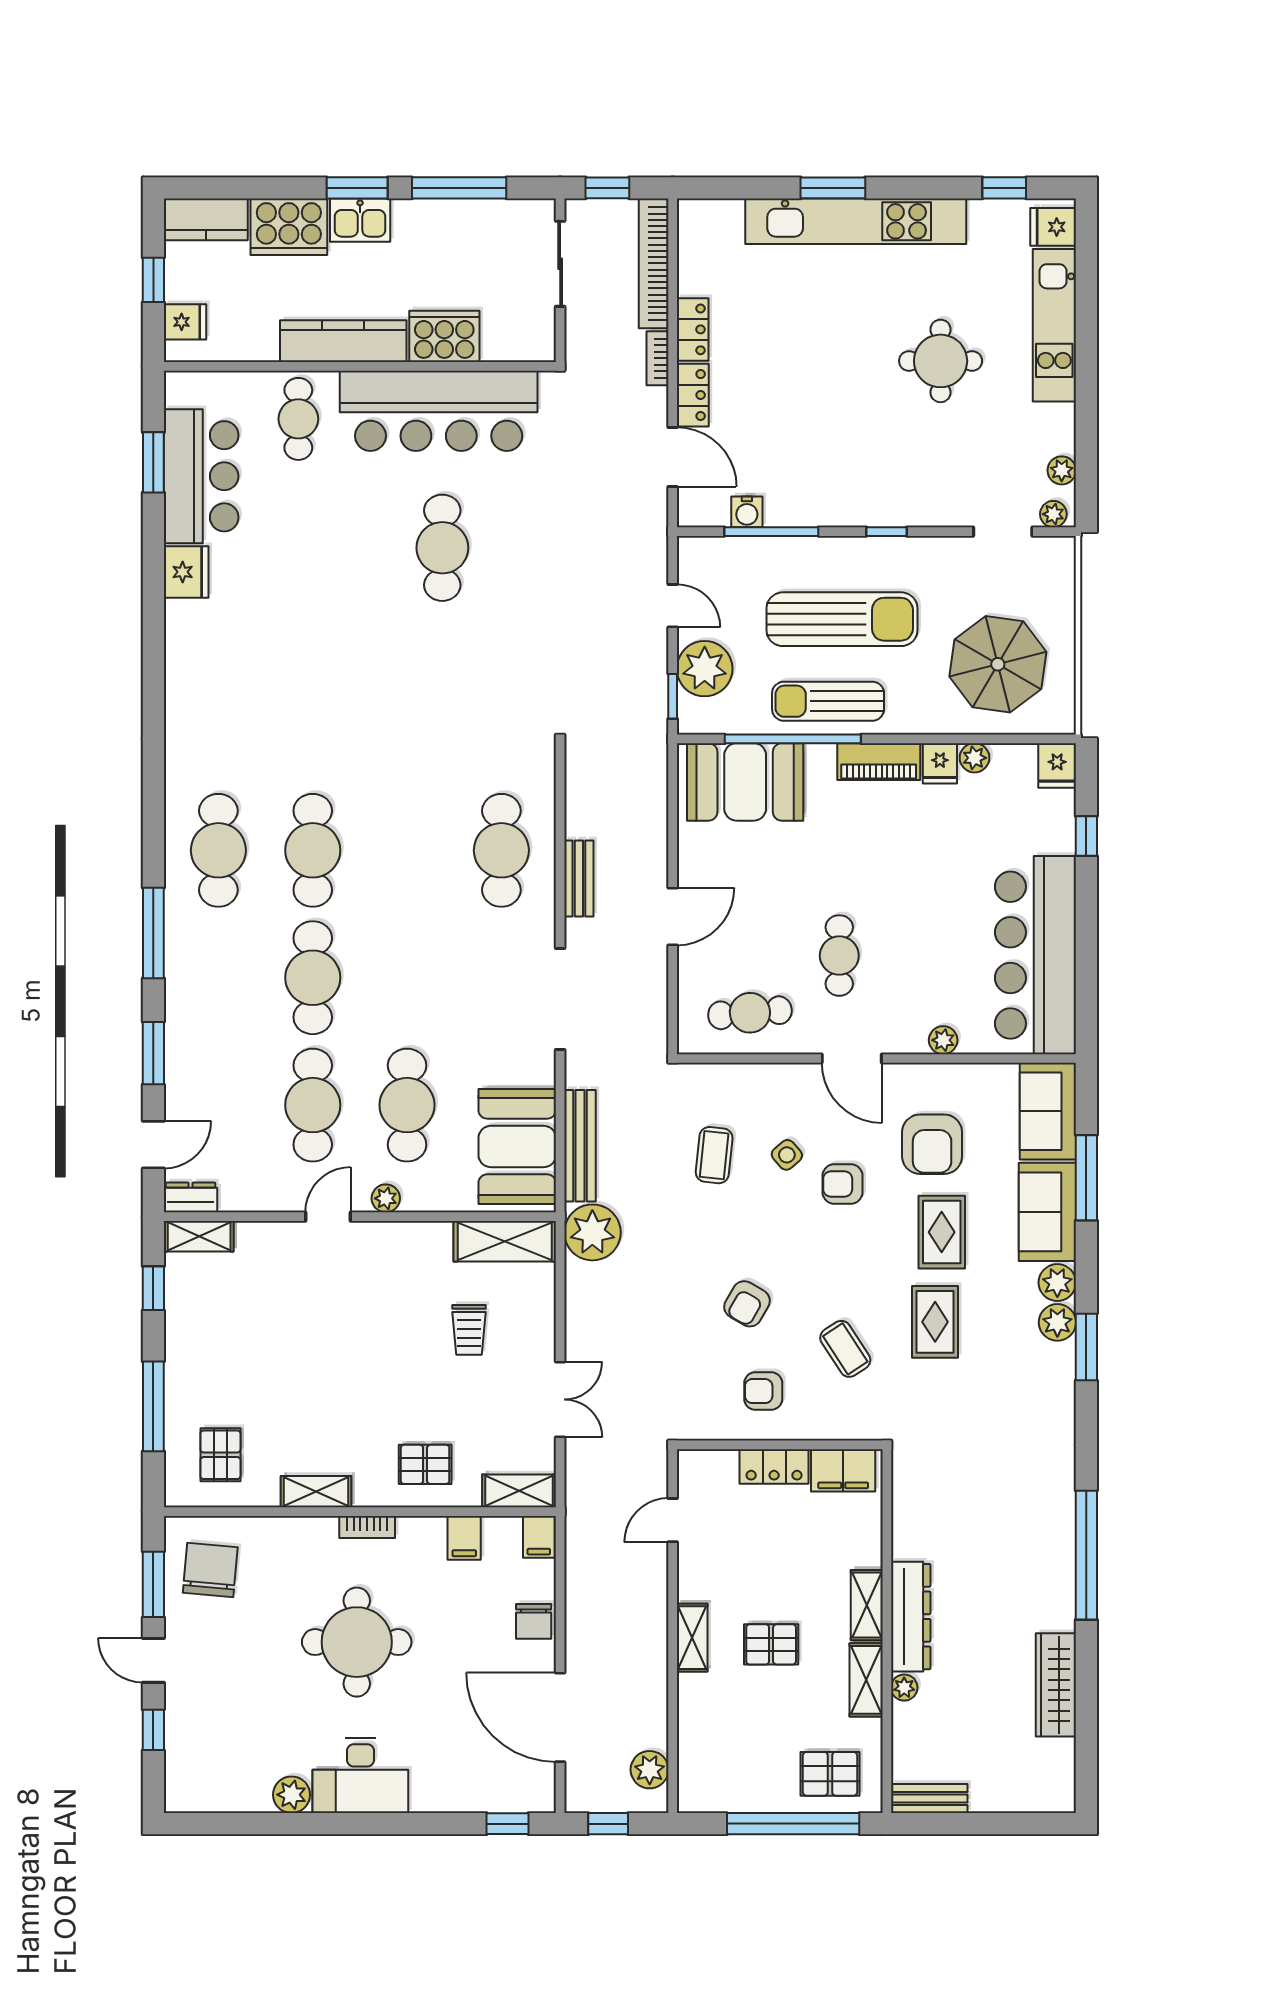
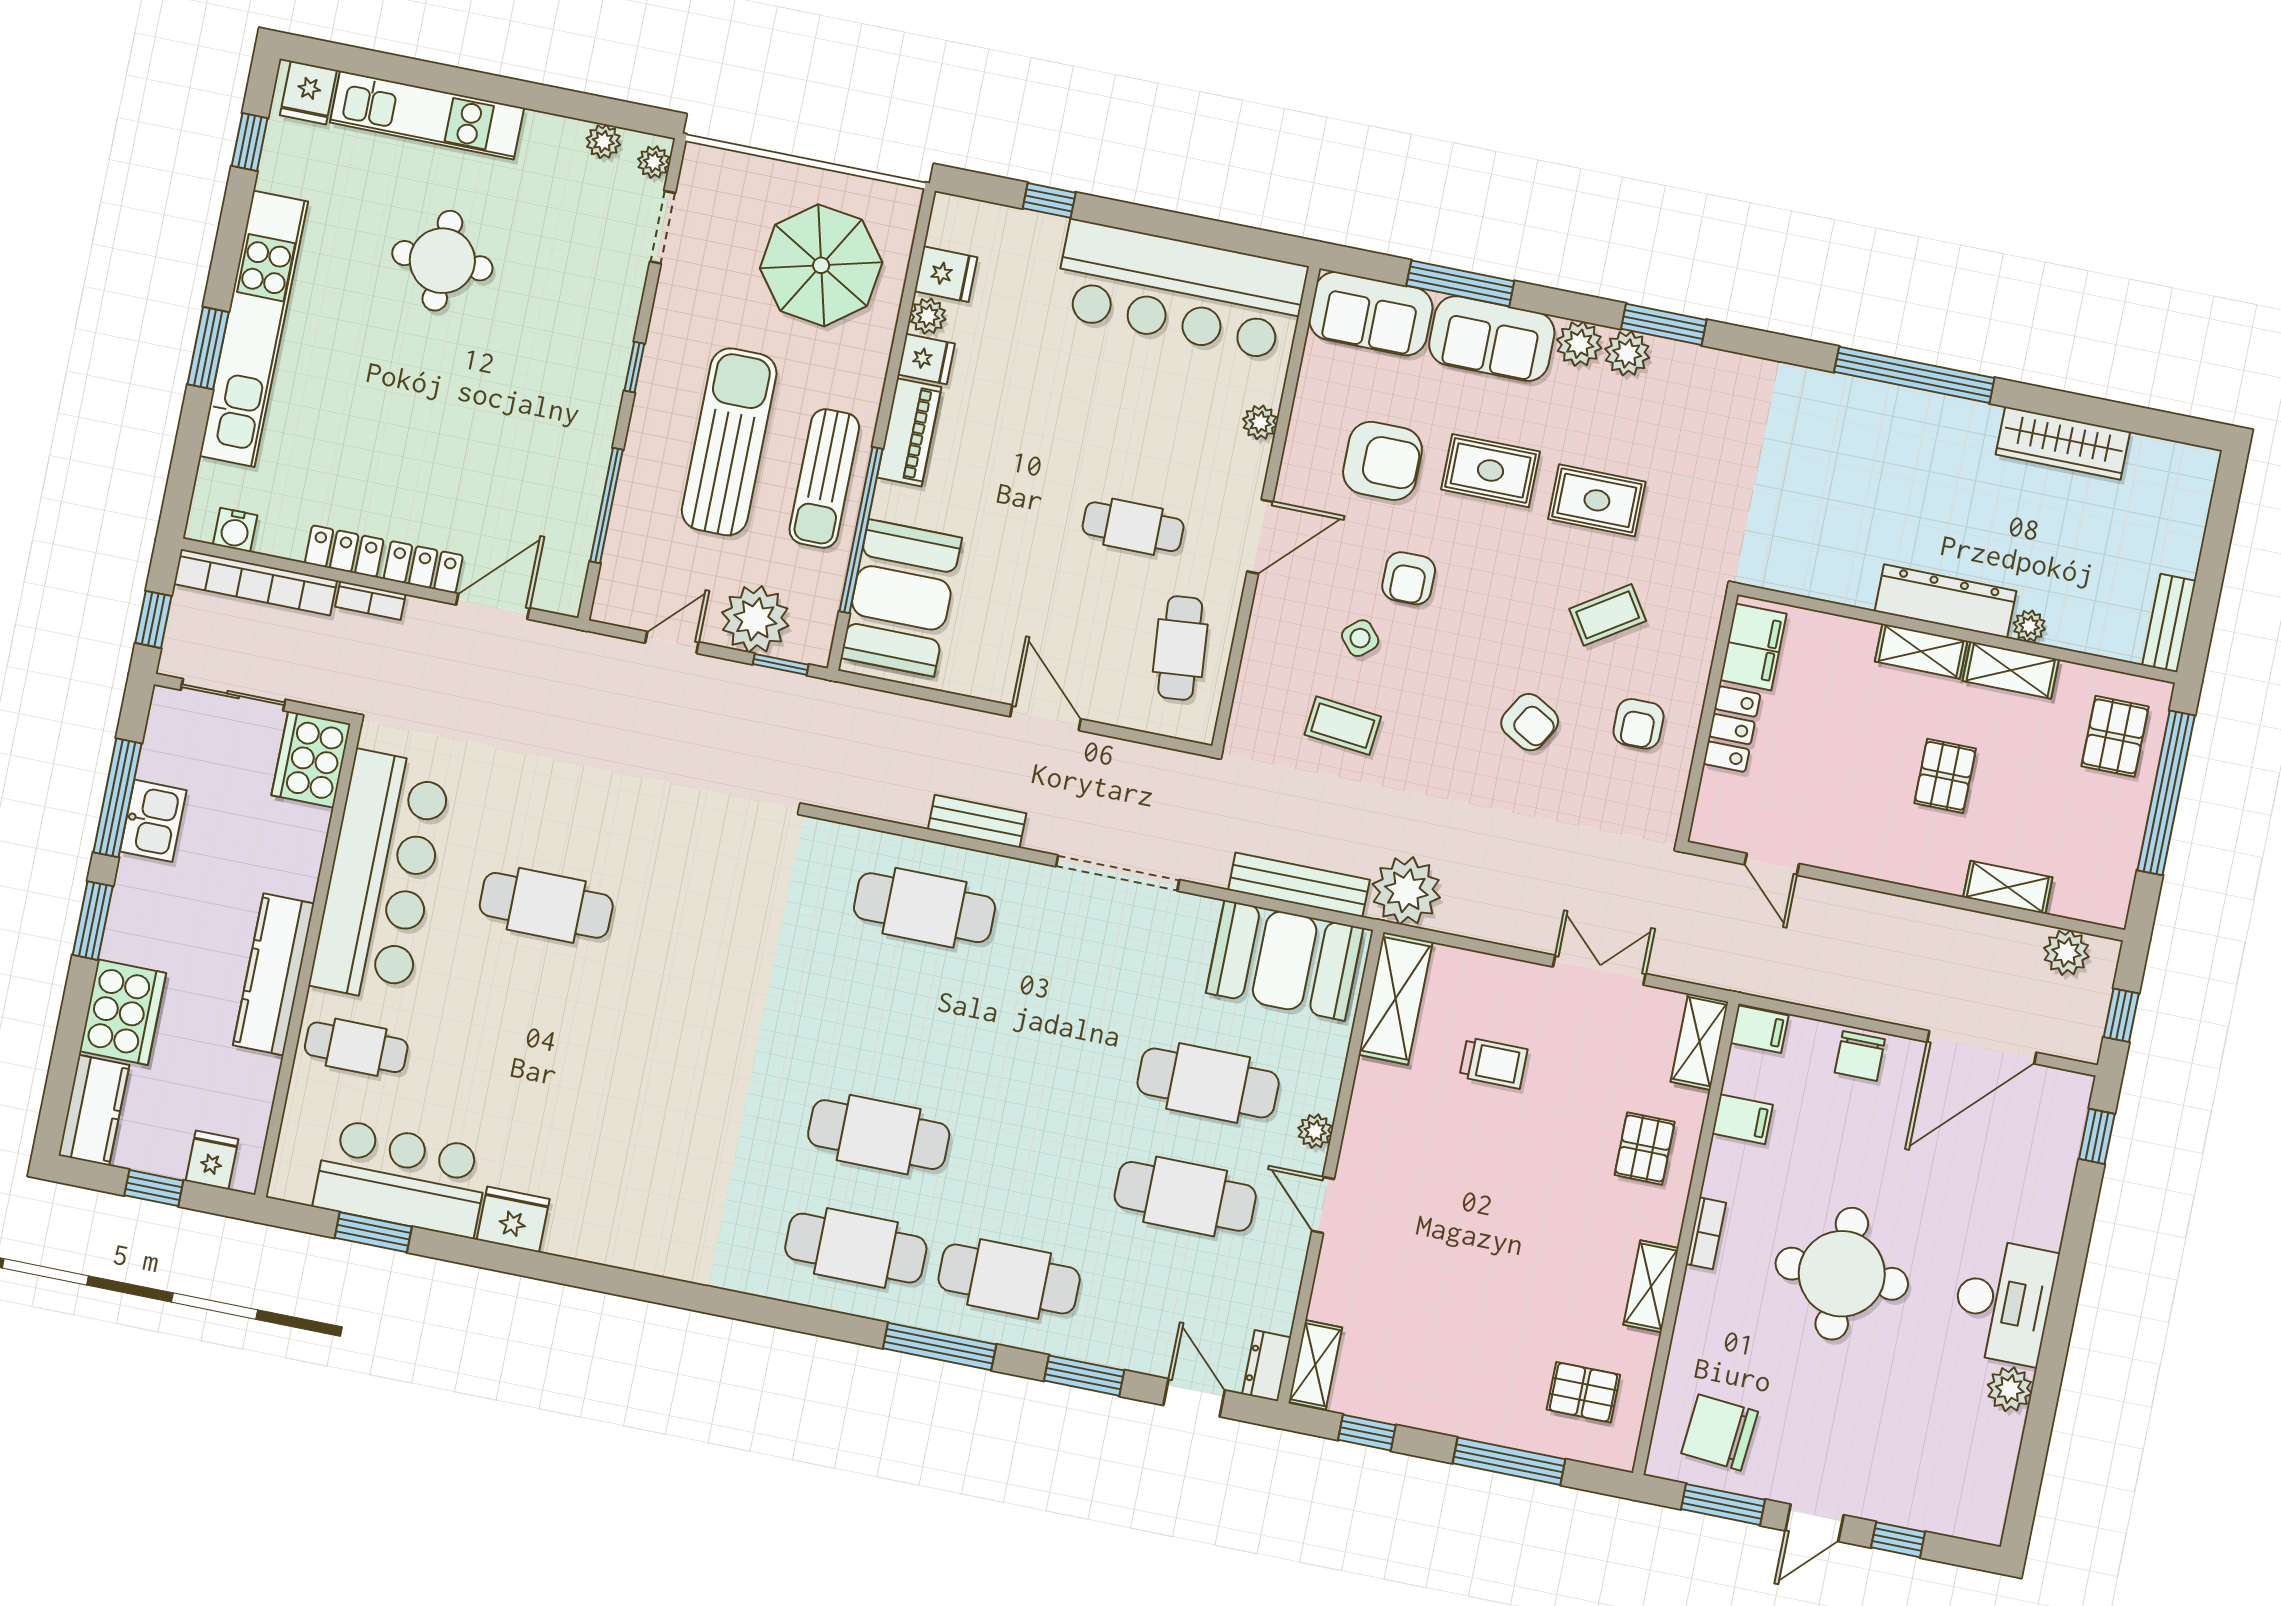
kitchen sink: (360, 220) -> (153, 821), moved
cooker: (444, 336) -> (311, 760), moved
water cooler: (747, 512) -> (235, 530), moved, turned 90
fridge: (1057, 765) -> (946, 274), moved
cafe table: (313, 978) -> (1009, 1279), moved
chair: (534, 1621) -> (1860, 1056), turned 90
shelving: (692, 1638) -> (2008, 887), moved

